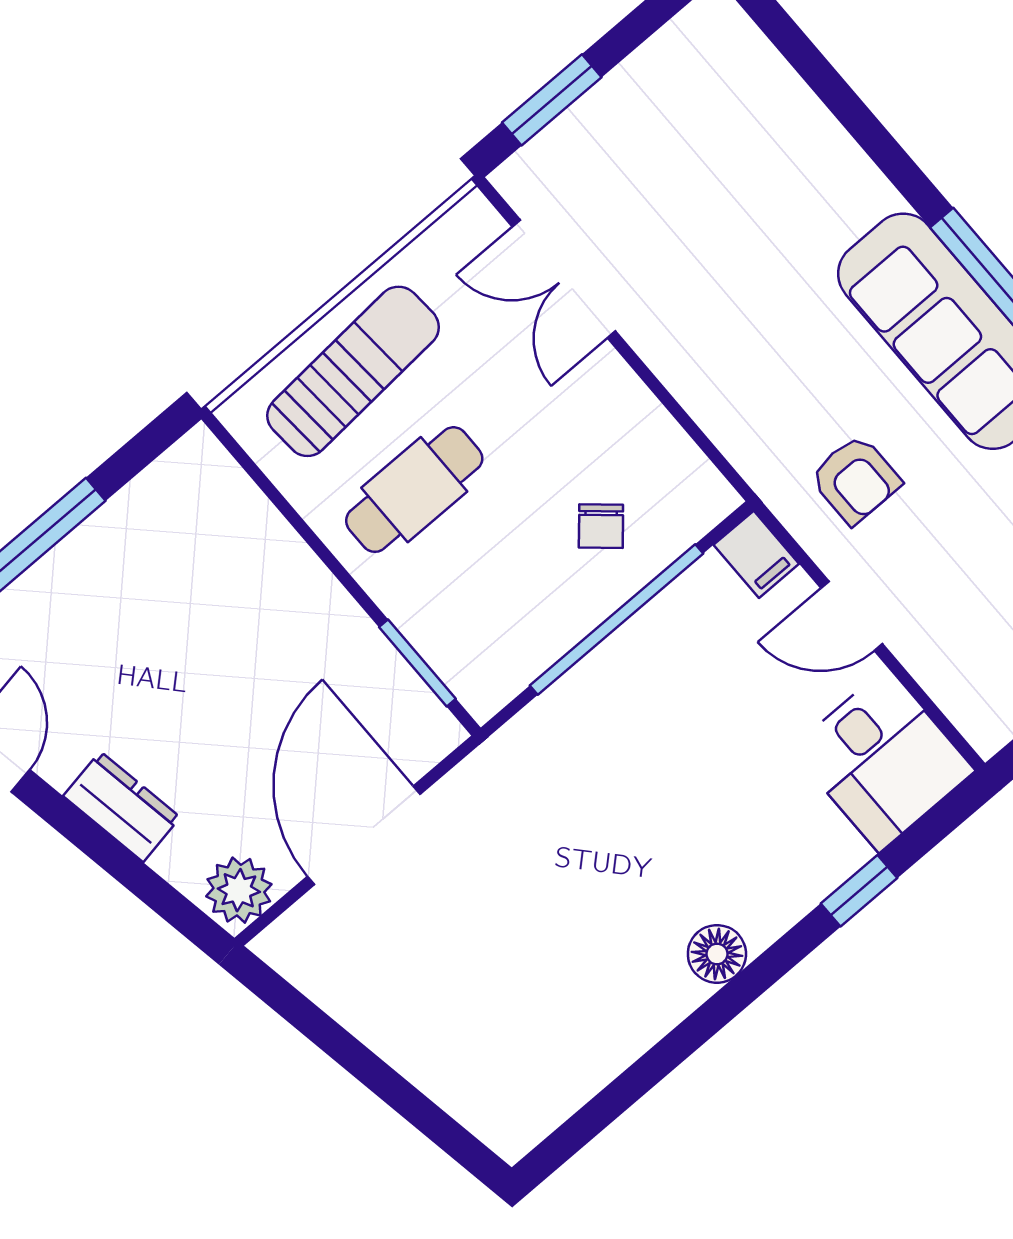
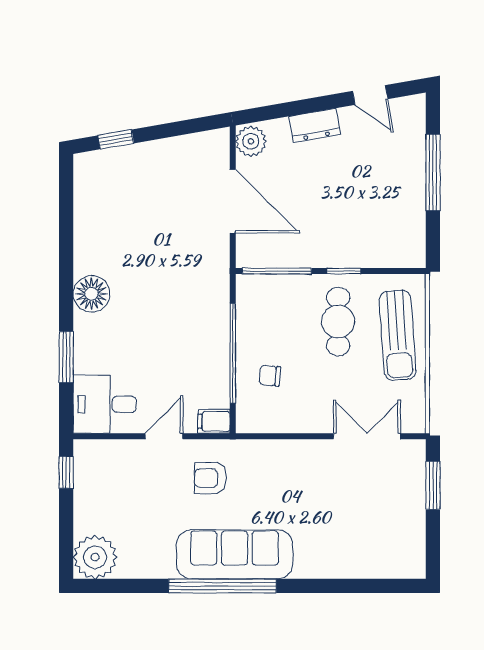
chair: (601, 526) -> (270, 376), turned -36
window: (322, 551) -> (344, 271), added
window: (417, 663) -> (277, 271), width x1.44
window: (859, 891) -> (66, 357), width x1.50
floor lamp: (717, 954) -> (91, 294), width x1.38, depth x1.38
window: (427, 1117) -> (116, 139), added

